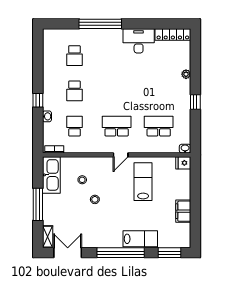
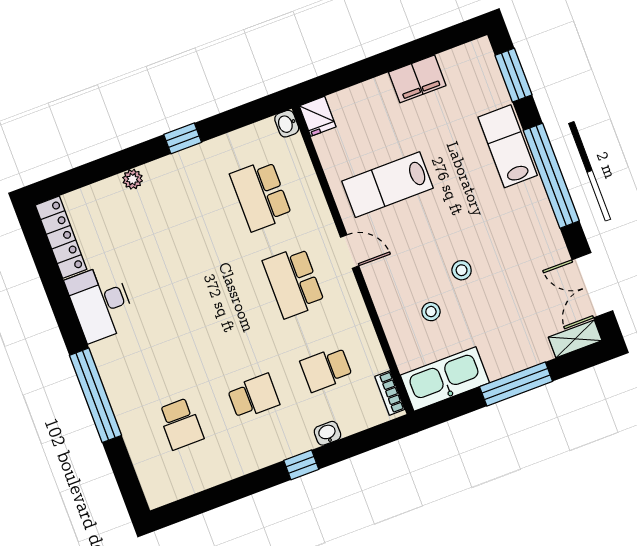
school desk: (74, 56) -> (181, 424), turned 90

